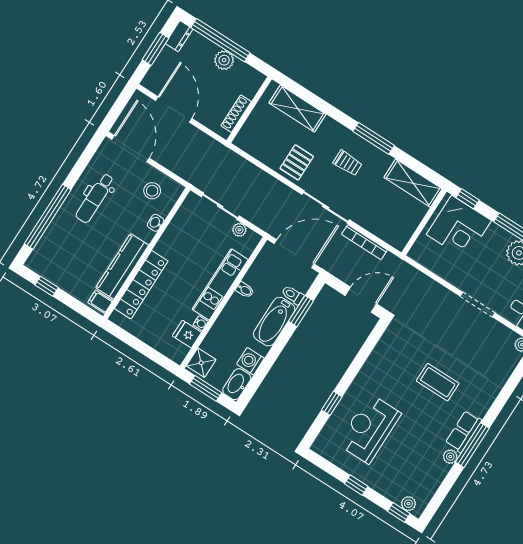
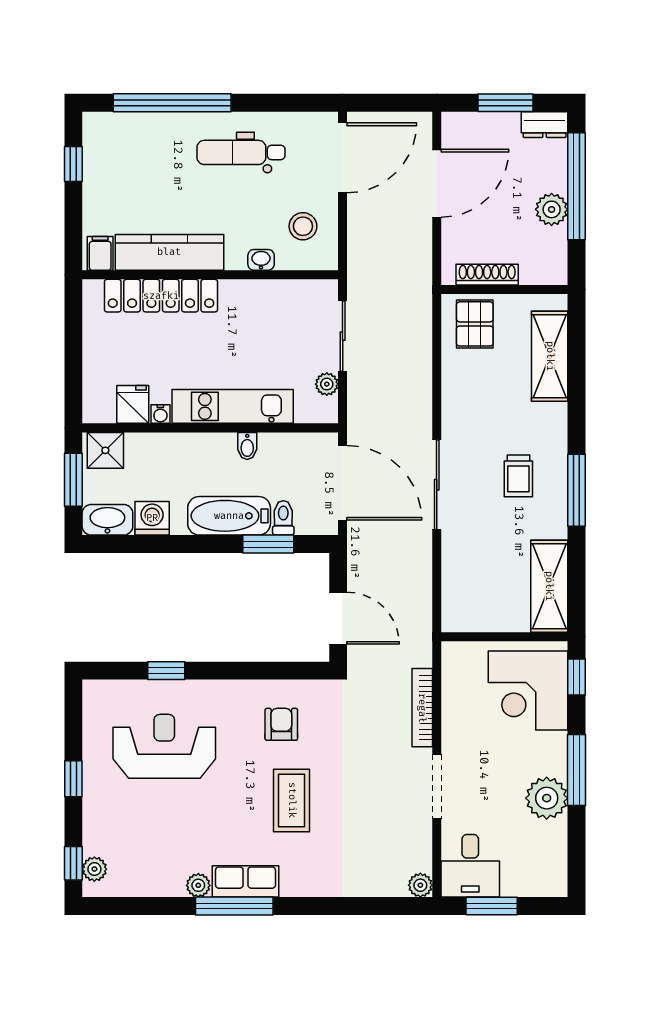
pallet: (297, 162) -> (475, 324), moved, turned 90
bookcase: (364, 242) -> (422, 708), moved
armchair: (396, 363) -> (281, 724), added

